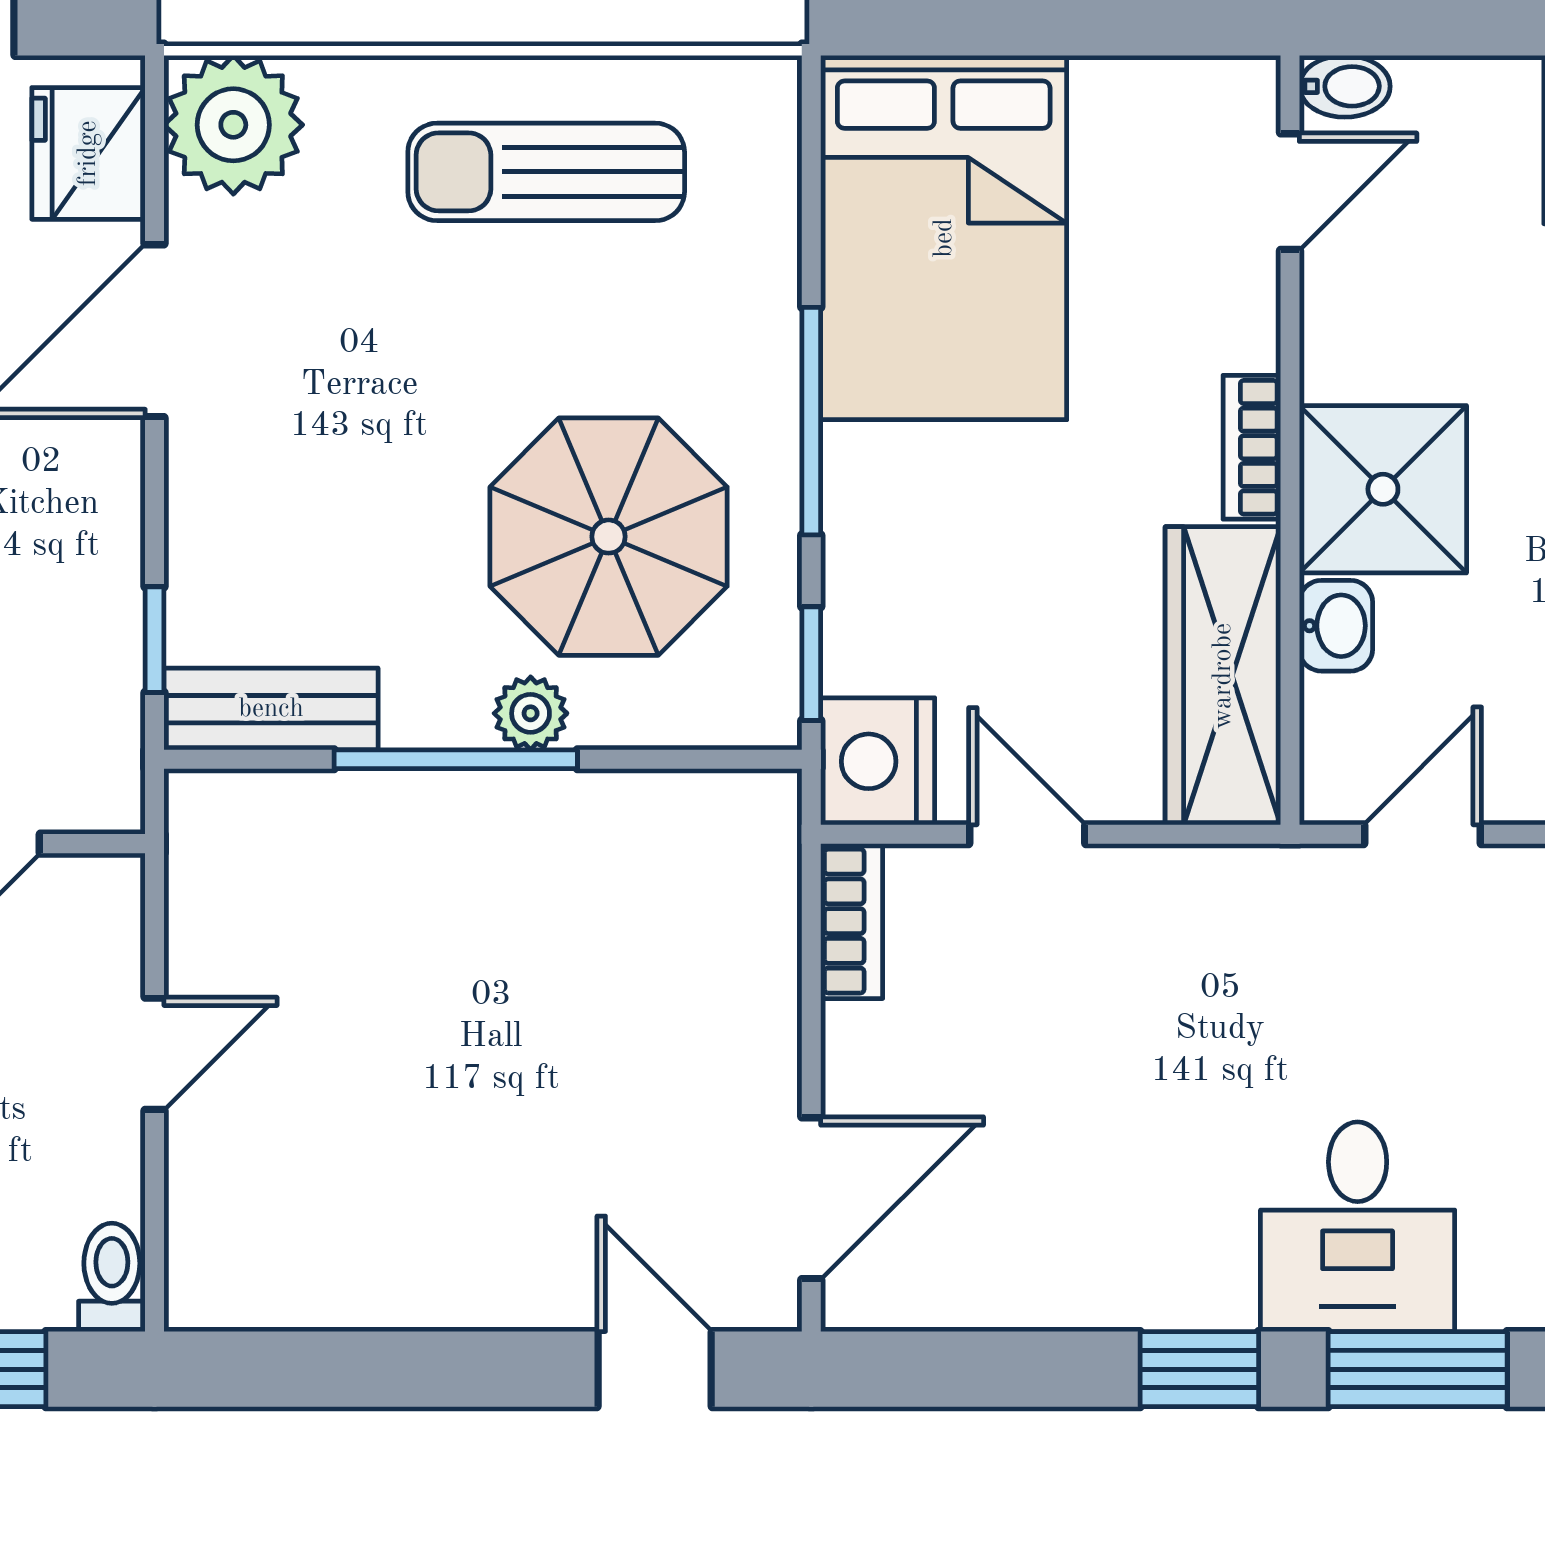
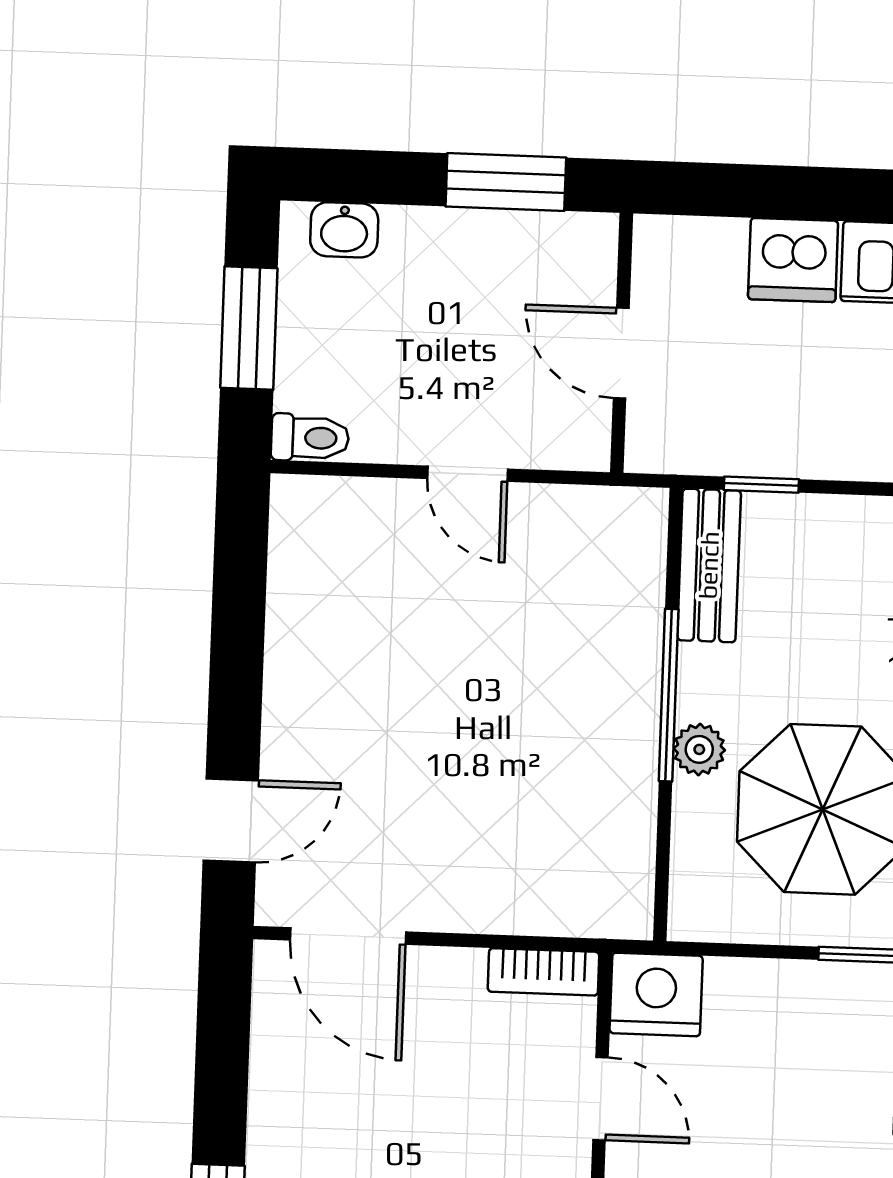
window: (811, 664) -> (727, 950), removed
door: (1027, 834) -> (601, 1099), hinge flipped

